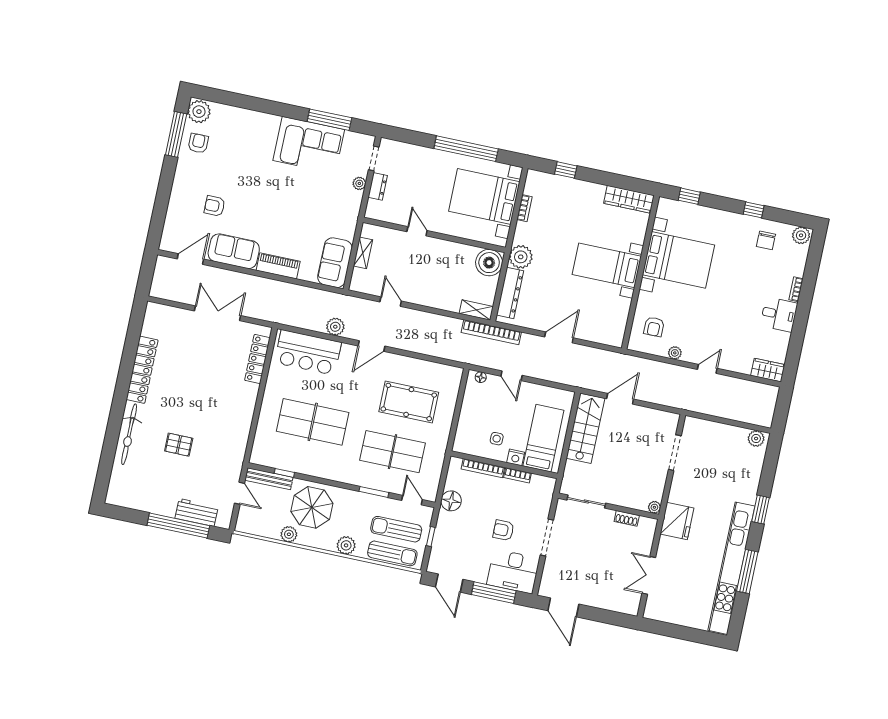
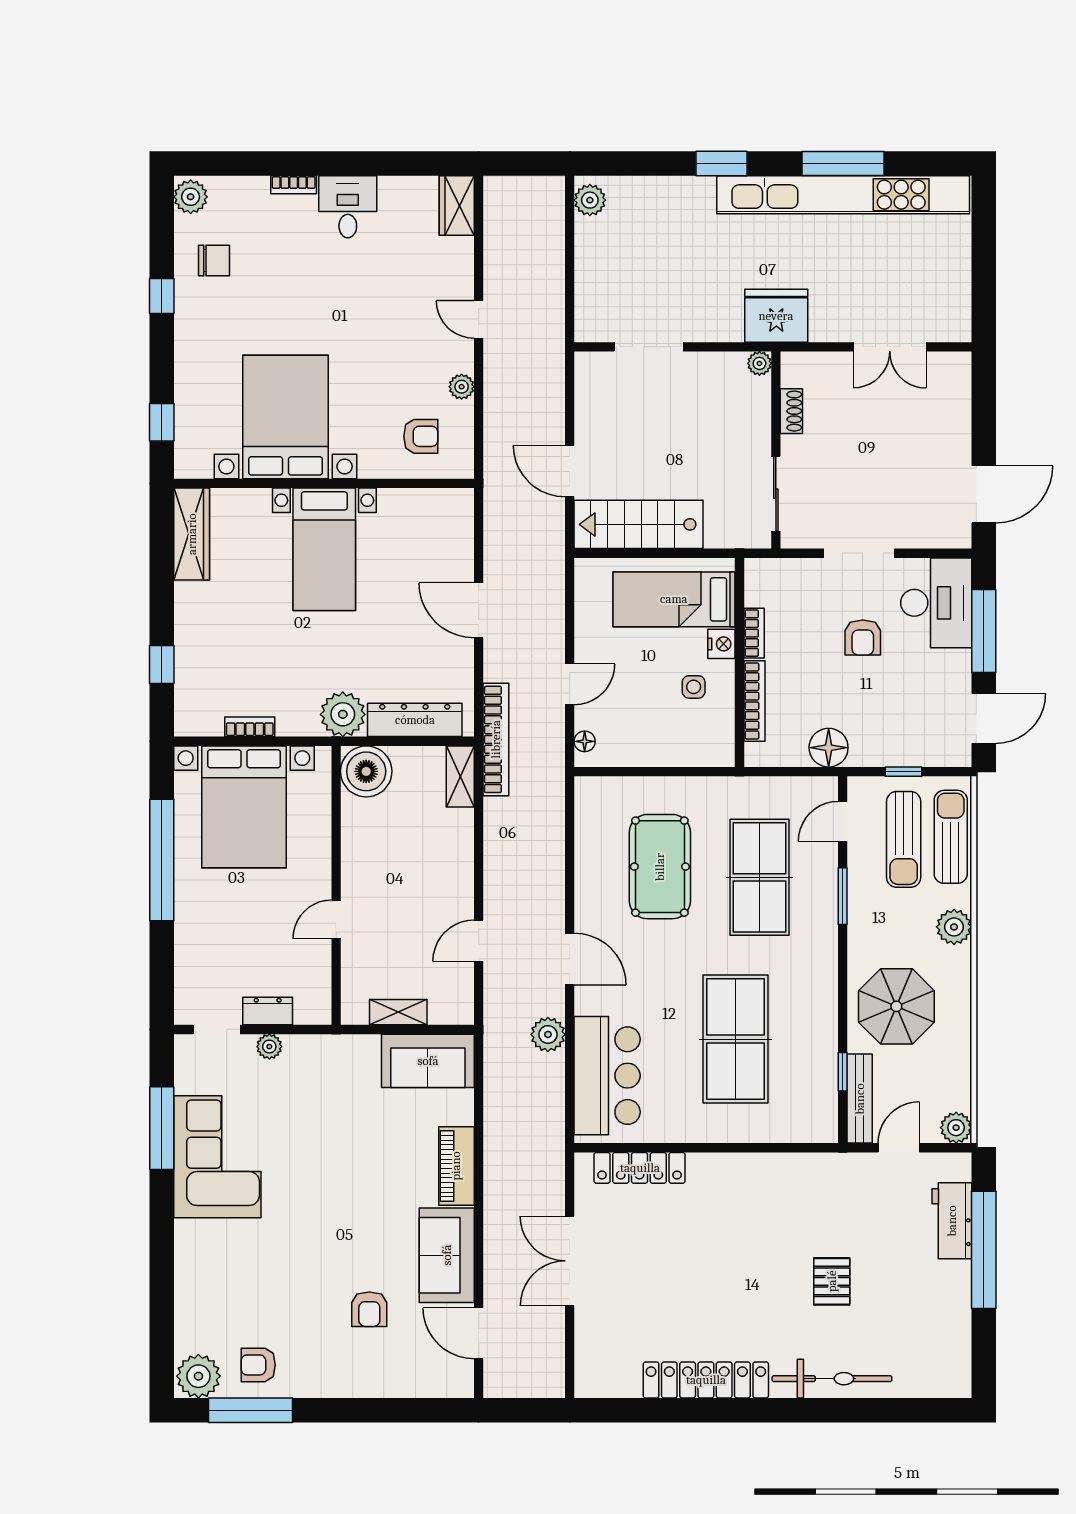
plant: (289, 534) -> (956, 1128), moved

